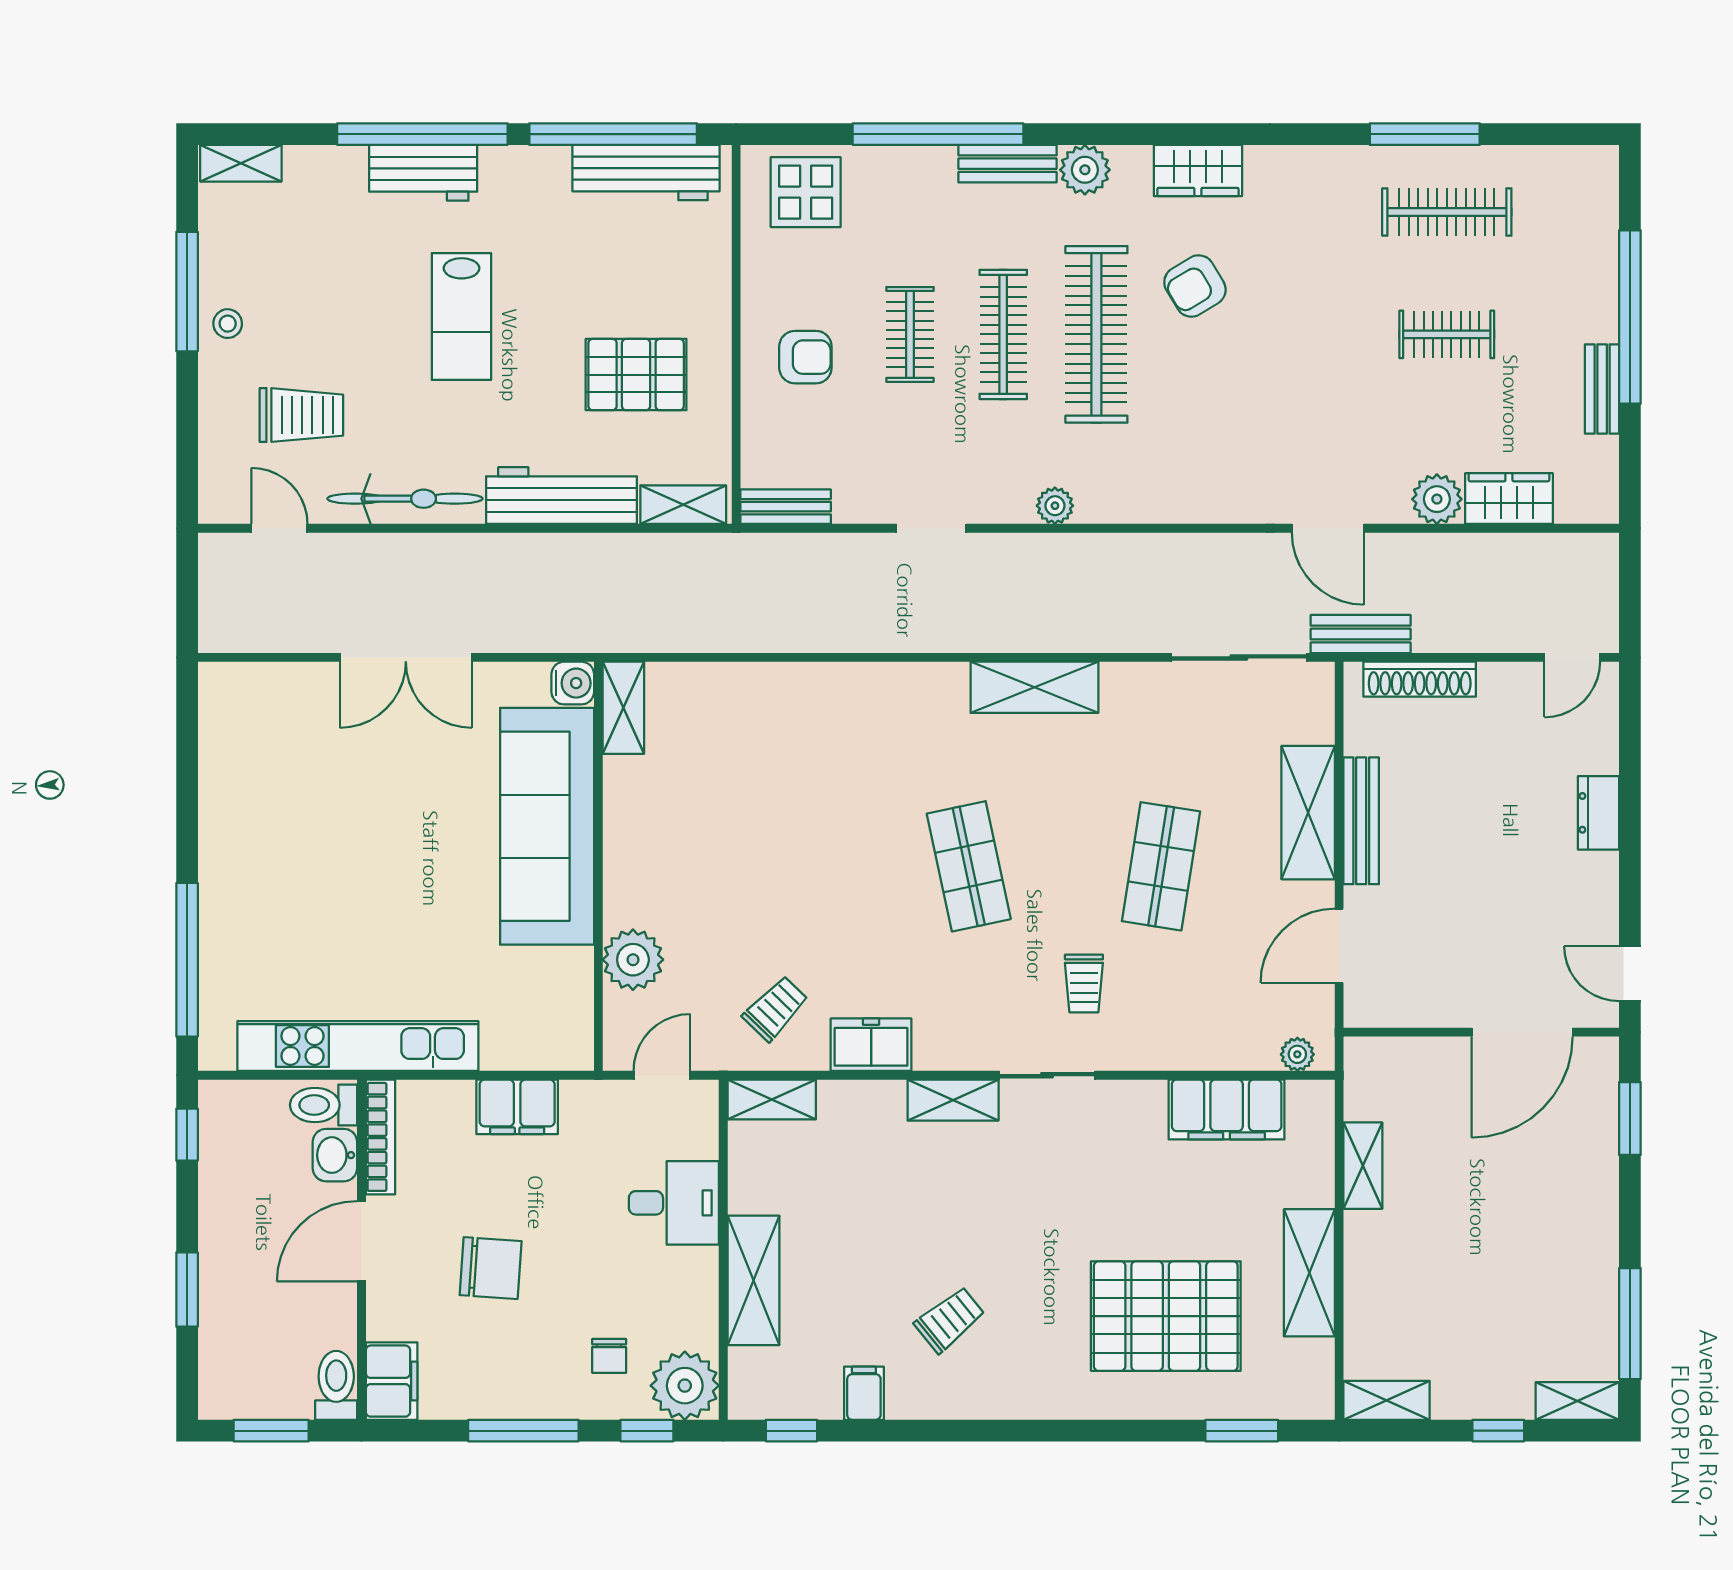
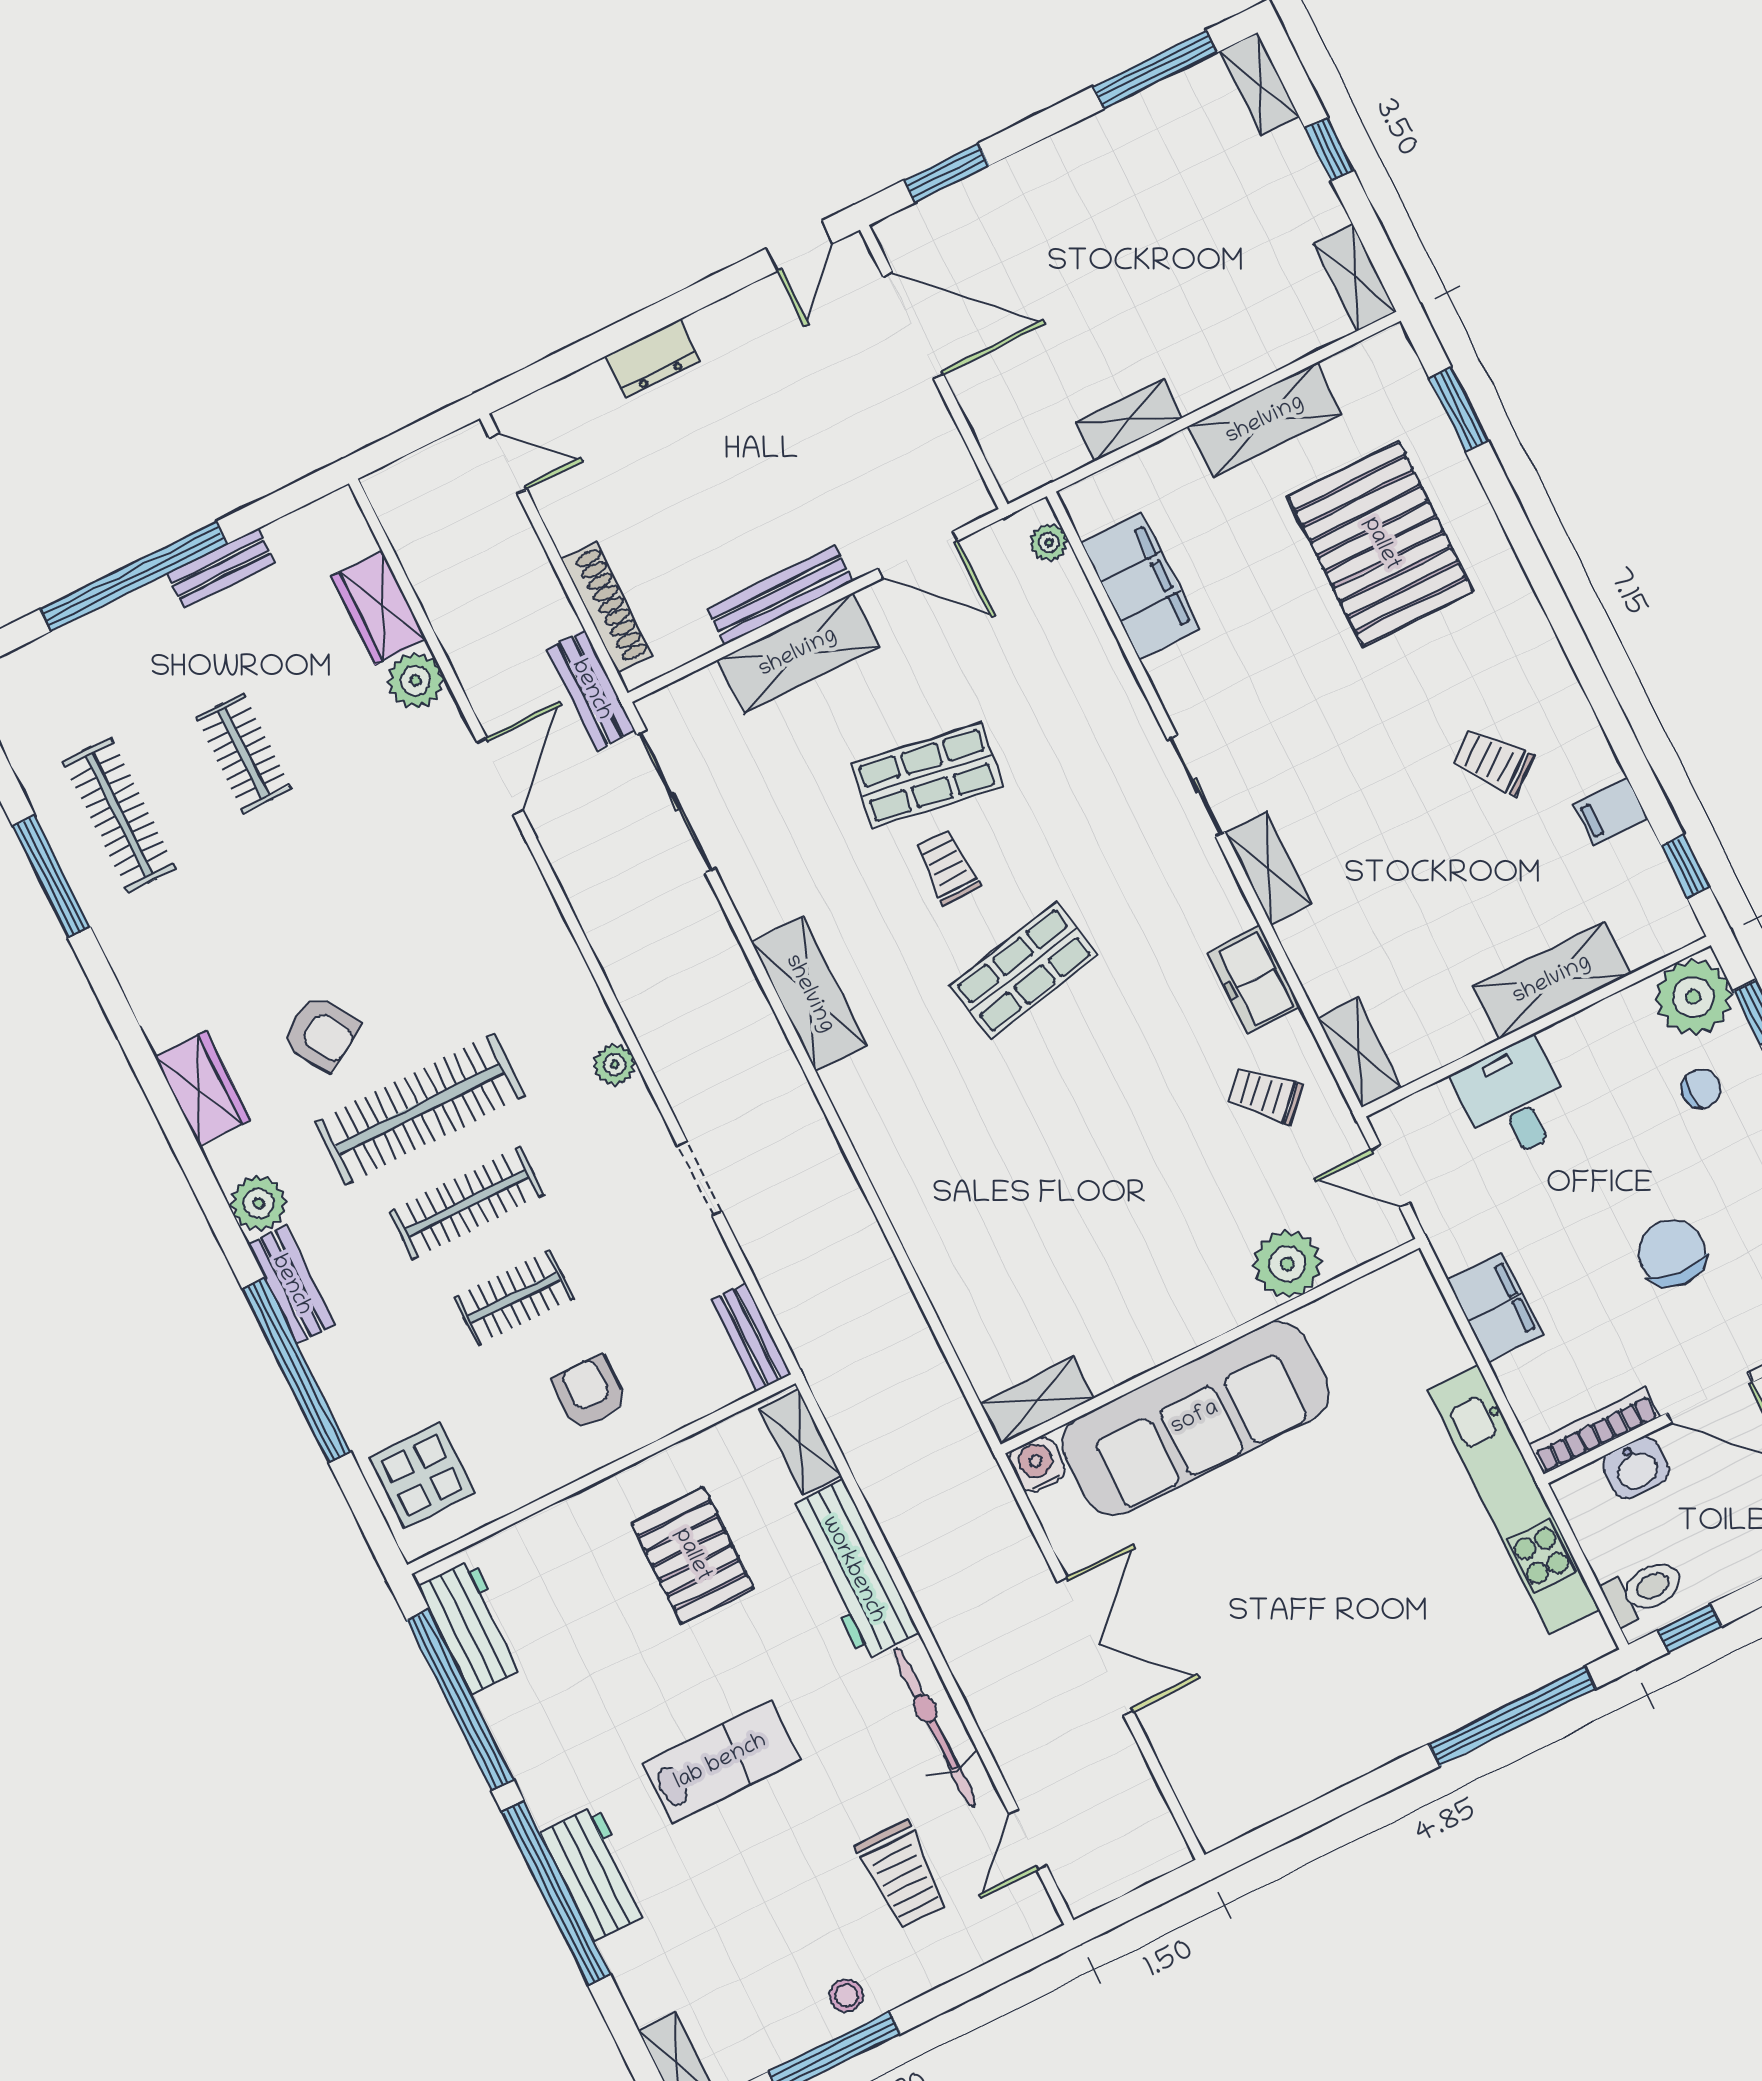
workbench: (646, 173) -> (472, 1627), width x0.73
trolley: (301, 415) -> (902, 1875), turned 180
trolley: (1084, 984) -> (947, 867), moved, turned -90
toilet: (324, 1105) -> (1644, 1591), moved, turned -90

